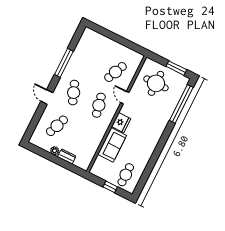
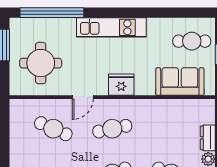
kitchen unit: (156, 133) -> (111, 27), added
sofa: (112, 145) -> (180, 82), moved

